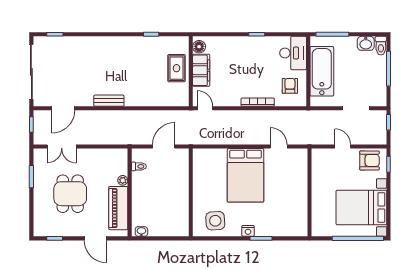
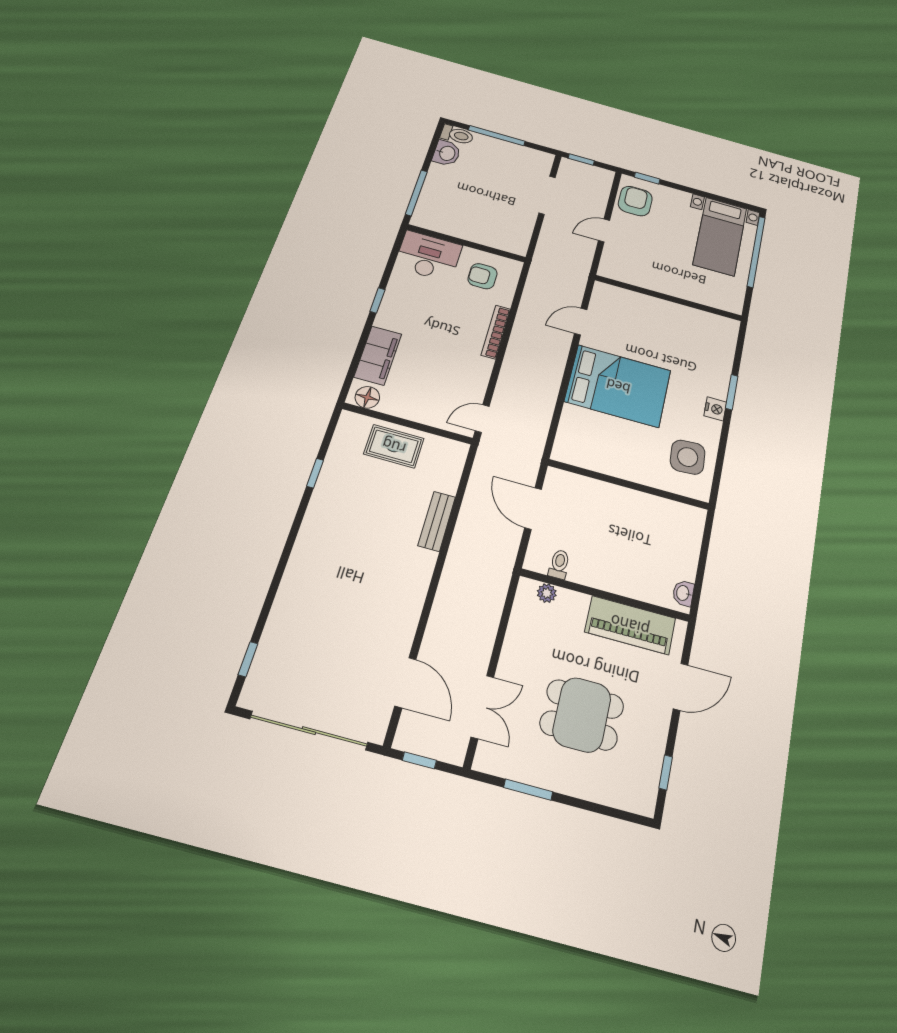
filing cabinet: (201, 70) -> (378, 356), moved, turned 90
bathtub: (322, 71) -> (472, 224), removed
bench: (109, 101) -> (437, 521), moved
plant: (123, 180) -> (547, 593), moved
bed with nightstands: (361, 207) -> (720, 236), width x0.73

